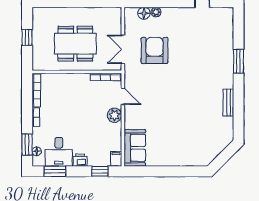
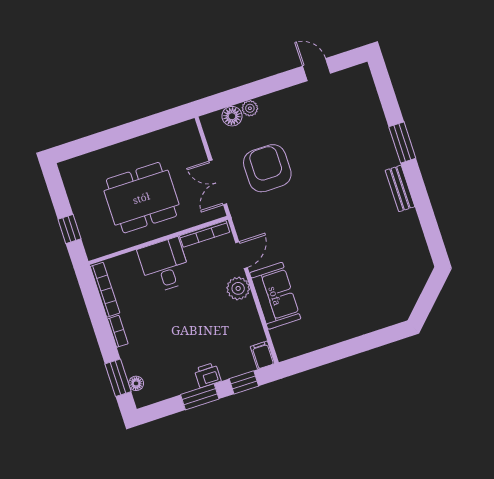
window: (27, 37) -> (69, 229), moved
door: (123, 96) -> (242, 255), hinge flipped
bench: (228, 102) -> (400, 188), moved
sofa: (135, 148) -> (275, 296), moved
desk: (59, 152) -> (164, 265), moved, turned 180
window: (55, 171) -> (200, 397), moved

